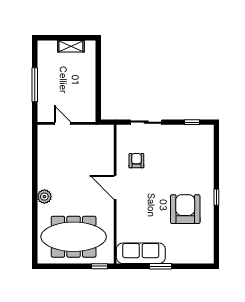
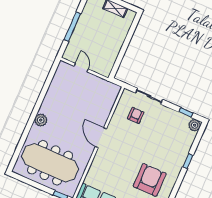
plant: (207, 132) -> (195, 125), added
armchair: (136, 161) -> (136, 115), moved
window: (216, 197) -> (188, 161), moved

